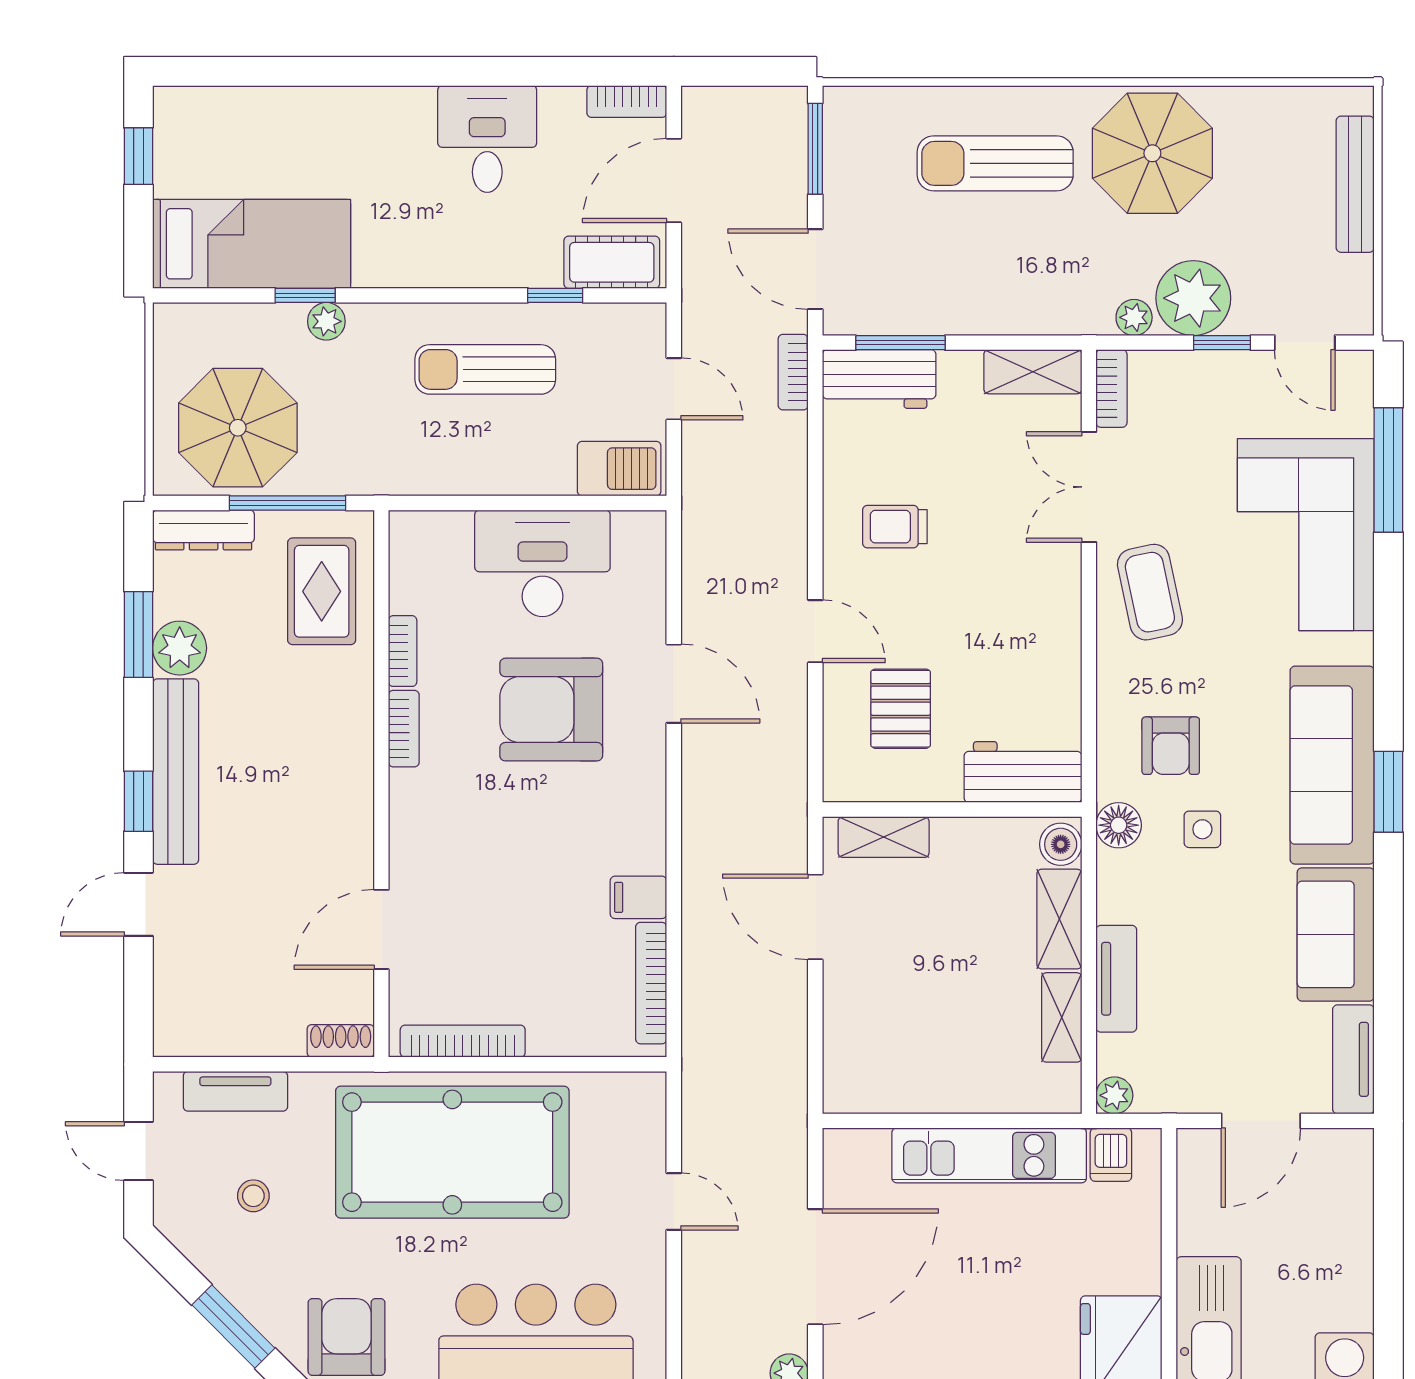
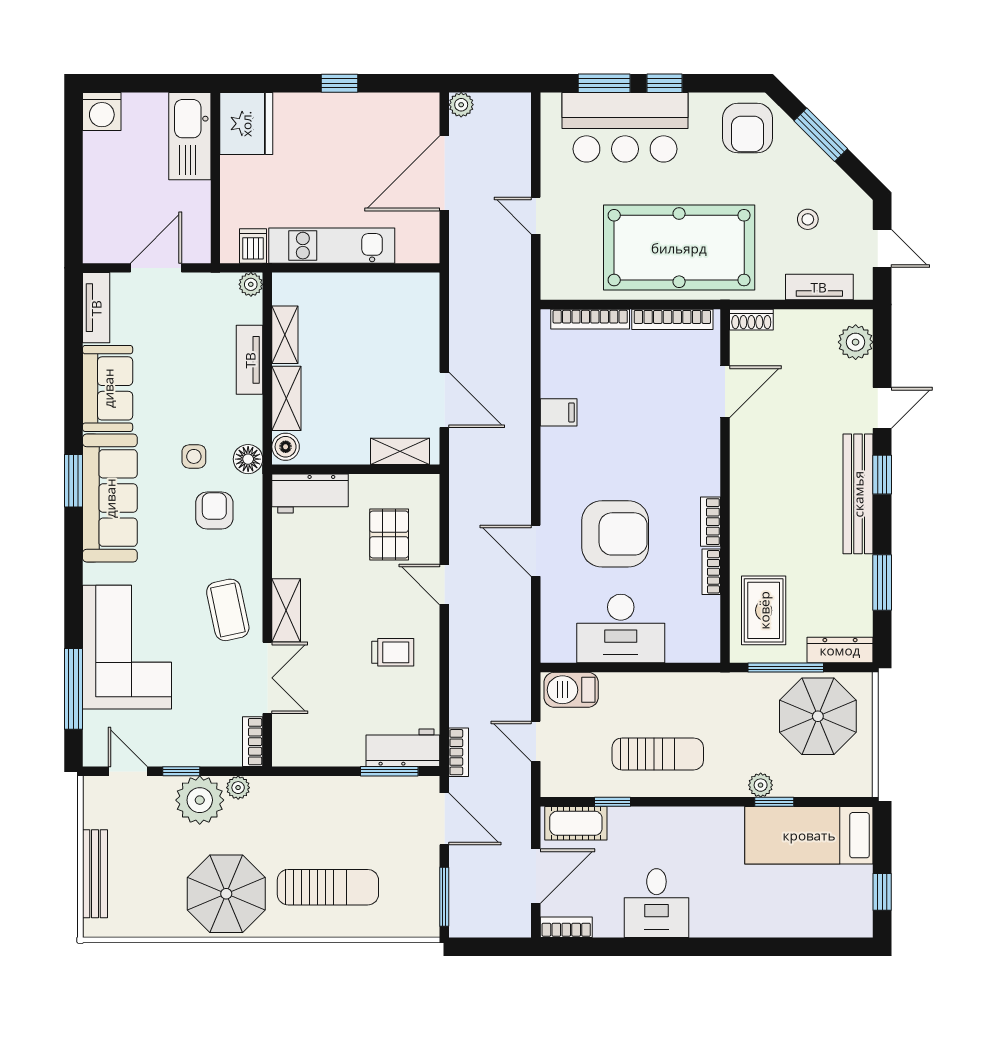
shelving: (1033, 372) -> (286, 610), moved, turned 90
plant: (180, 648) -> (856, 342), moved
bookcase: (651, 983) -> (590, 319), moved, turned 90

